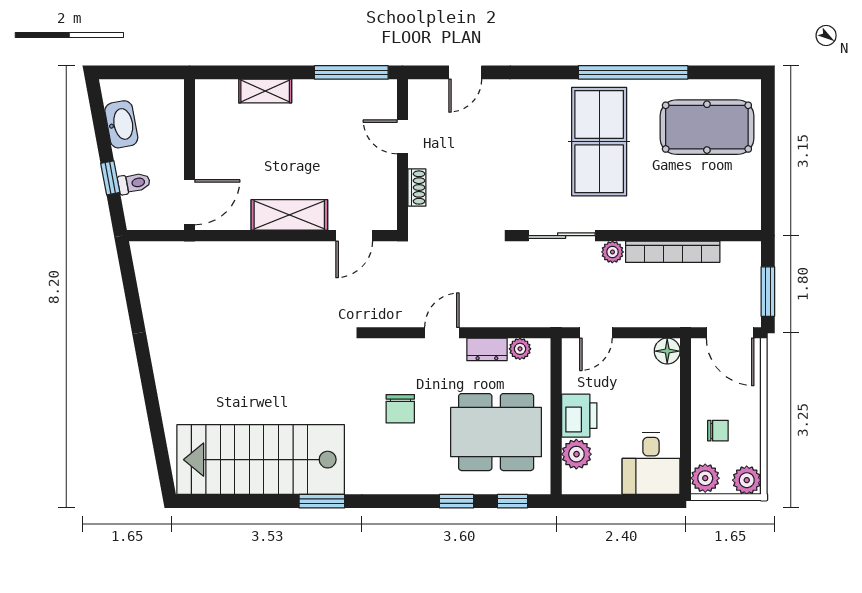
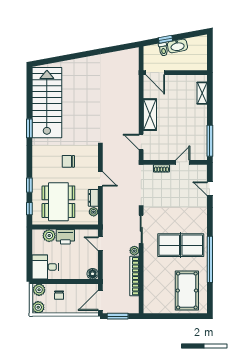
shelving: (265, 91) -> (202, 93), moved
washbasin: (121, 124) -> (177, 46), moved

